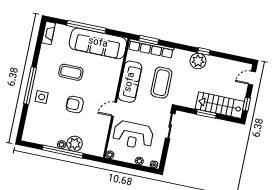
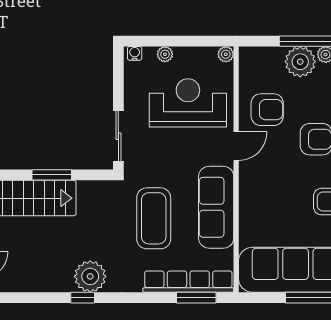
armchair: (95, 124) -> (267, 110), added

